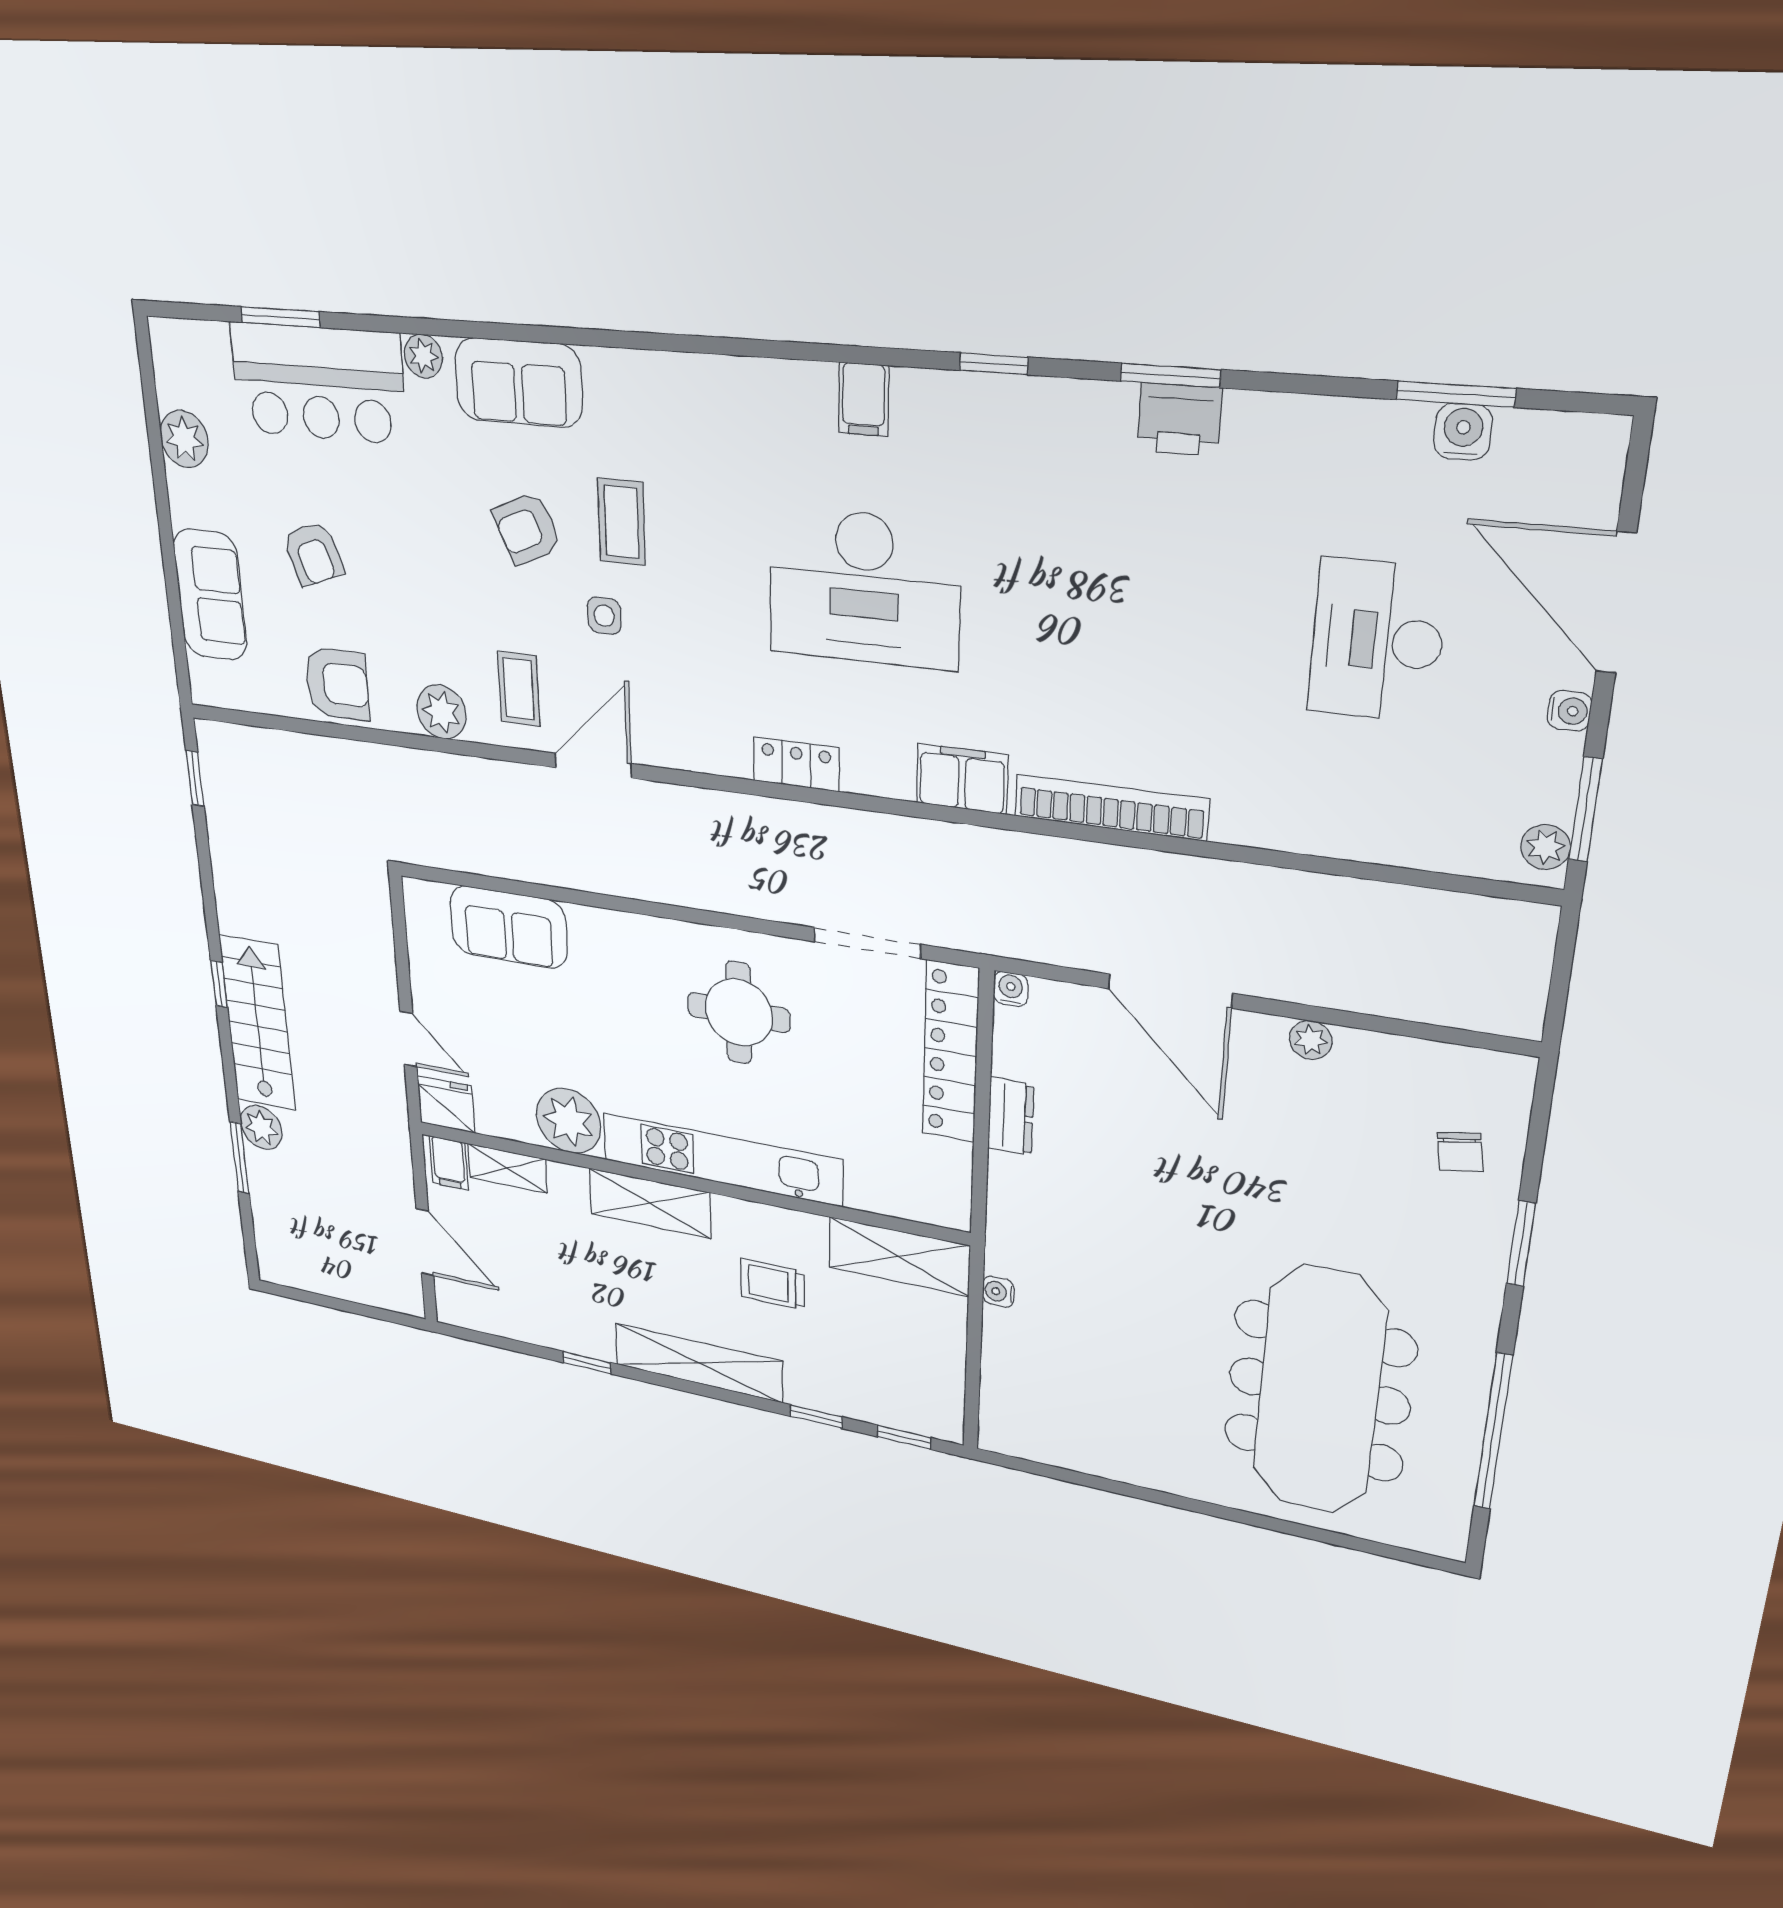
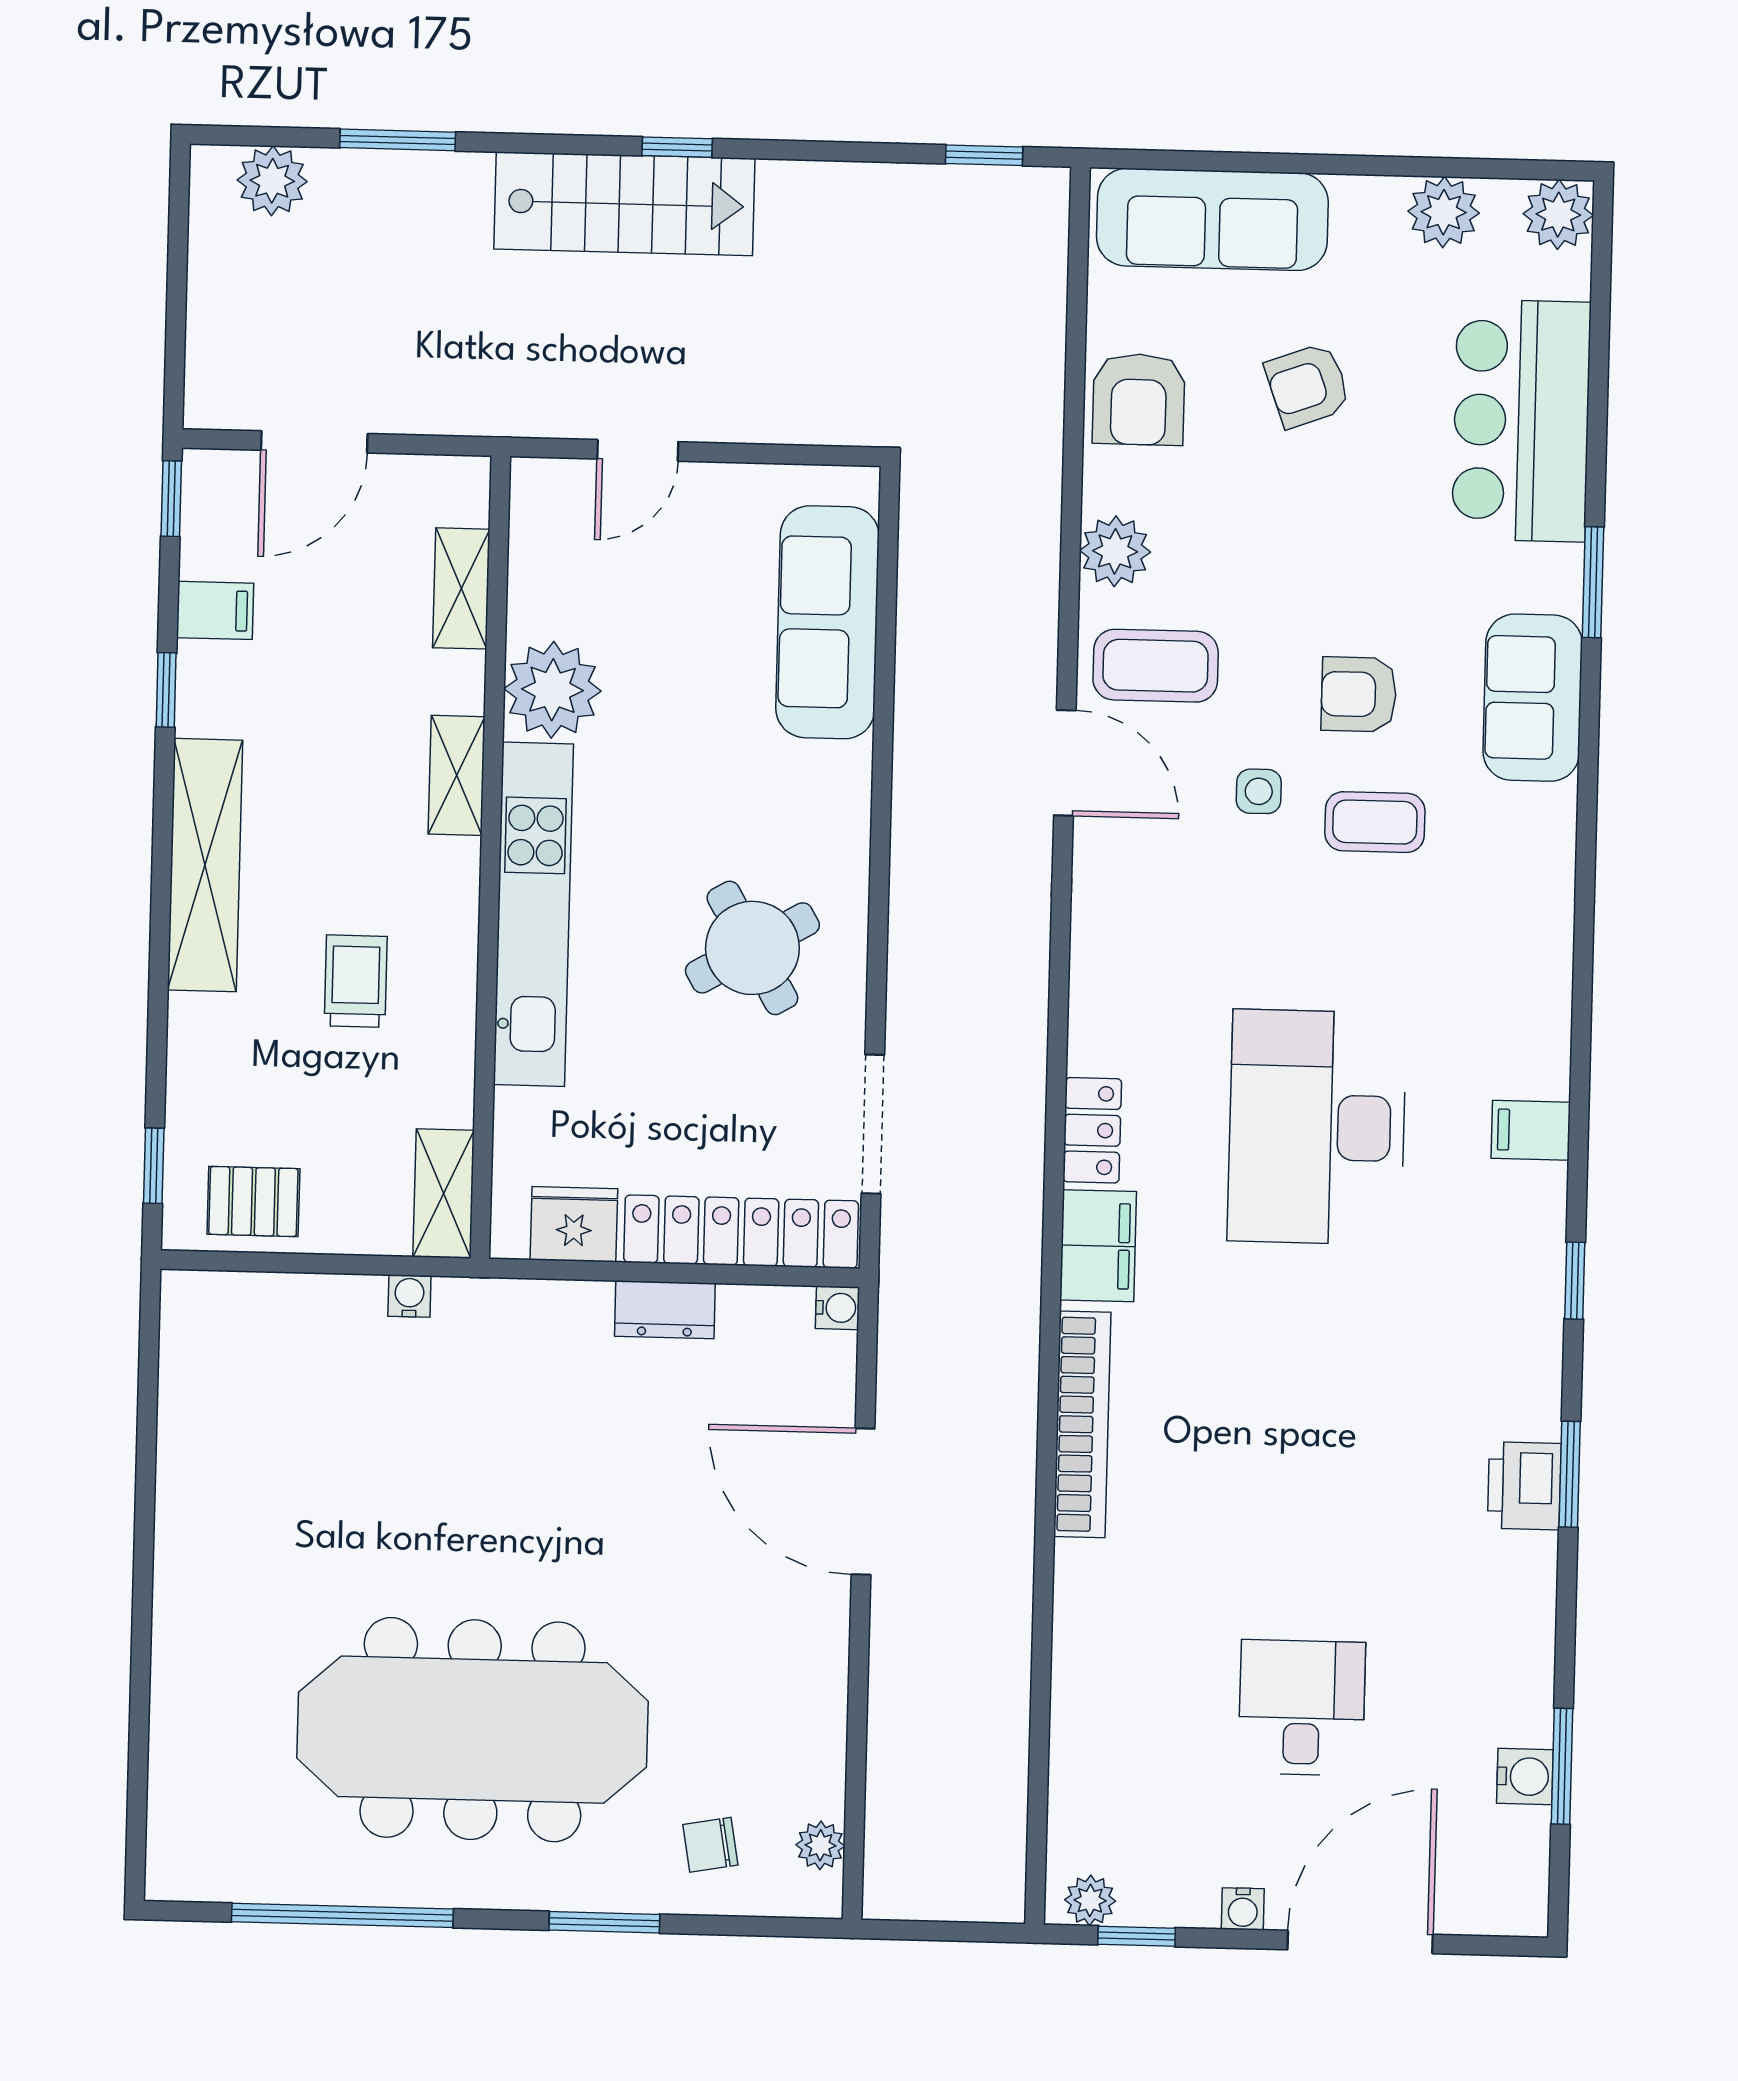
window: (280, 317) -> (1593, 582), moved
plant: (423, 356) -> (1558, 215), moved, width x1.38, depth x1.38
armchair: (527, 529) -> (1359, 694), turned -66
sofa: (210, 595) -> (1212, 219), width x1.36
desk: (1377, 641) -> (1302, 1708), width x0.73
coffee table: (519, 689) -> (1156, 666), width x1.36, depth x1.30
locker: (796, 764) -> (1092, 1130), moved
window: (1585, 810) -> (1137, 1936), width x0.67
sofa: (508, 927) -> (827, 622), width x1.36
door: (1170, 991) -> (863, 1502), hinge flipped
round table: (739, 1013) -> (752, 948), turned -30
plant: (1311, 1040) -> (820, 1845), moved
fridge: (446, 1104) -> (574, 1224), moved, turned -90
plant: (261, 1127) -> (272, 181), moved
filing cabinet: (449, 1163) -> (215, 610), moved, turned 180
shelving: (650, 1203) -> (457, 775), width x0.67, depth x0.75
shelving: (899, 1257) -> (444, 1194), width x0.67, depth x0.75
pallet: (929, 1380) -> (253, 1201), added
meeting table: (1319, 1391) -> (473, 1730), moved
window: (816, 1417) -> (171, 499), moved

